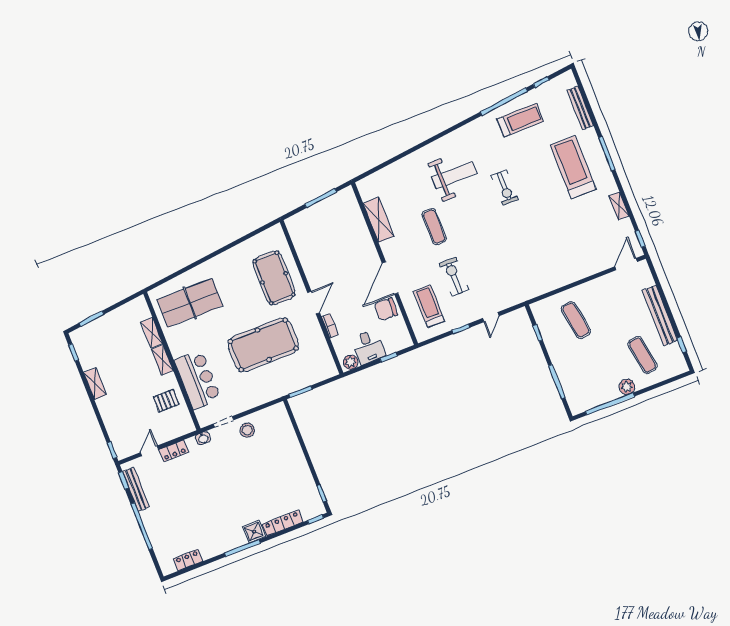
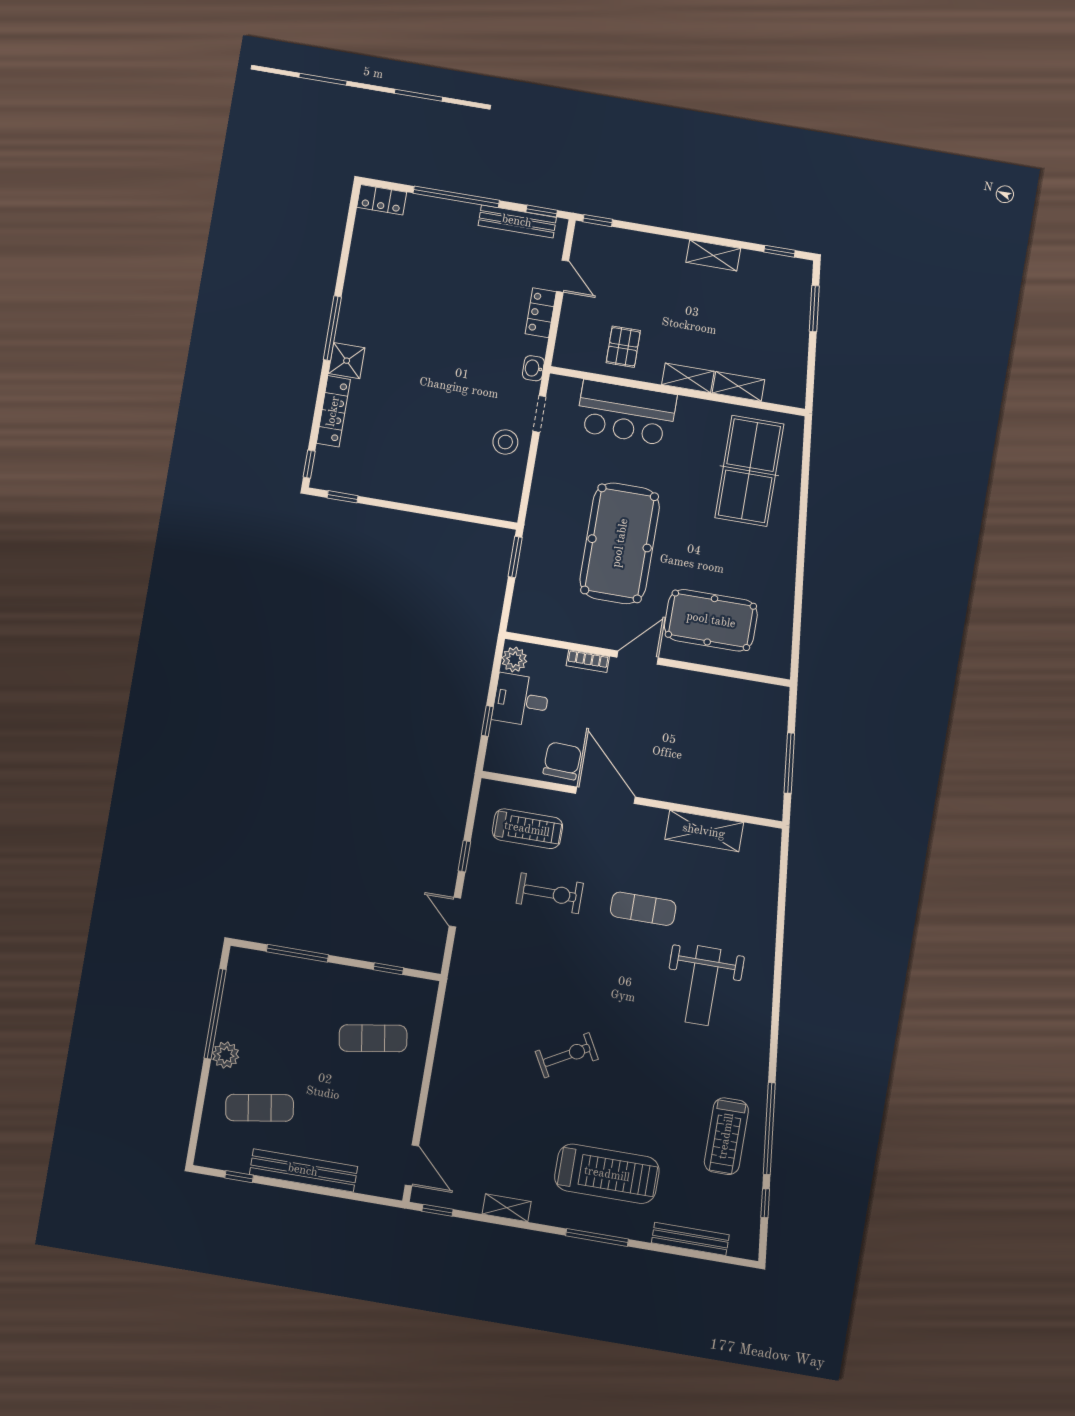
exercise bike: (505, 188) -> (567, 1055), moved, turned 151
door: (314, 303) -> (638, 658), swing flipped
locker: (188, 560) -> (382, 200), moved, turned 90

